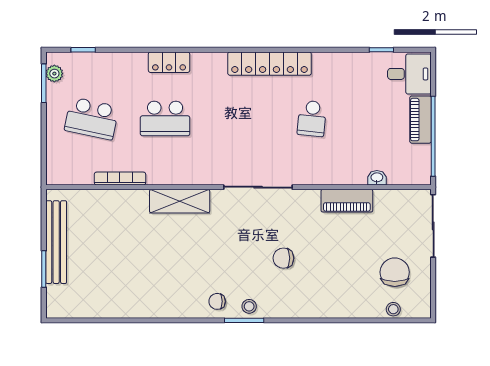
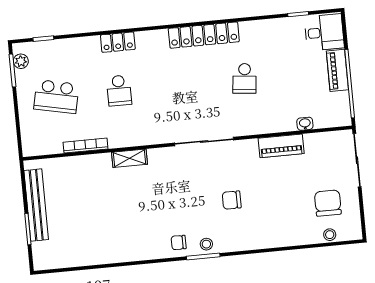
school desk: (165, 118) -> (119, 91), width x0.54
shelving: (180, 201) -> (130, 158), width x0.67, depth x0.75

